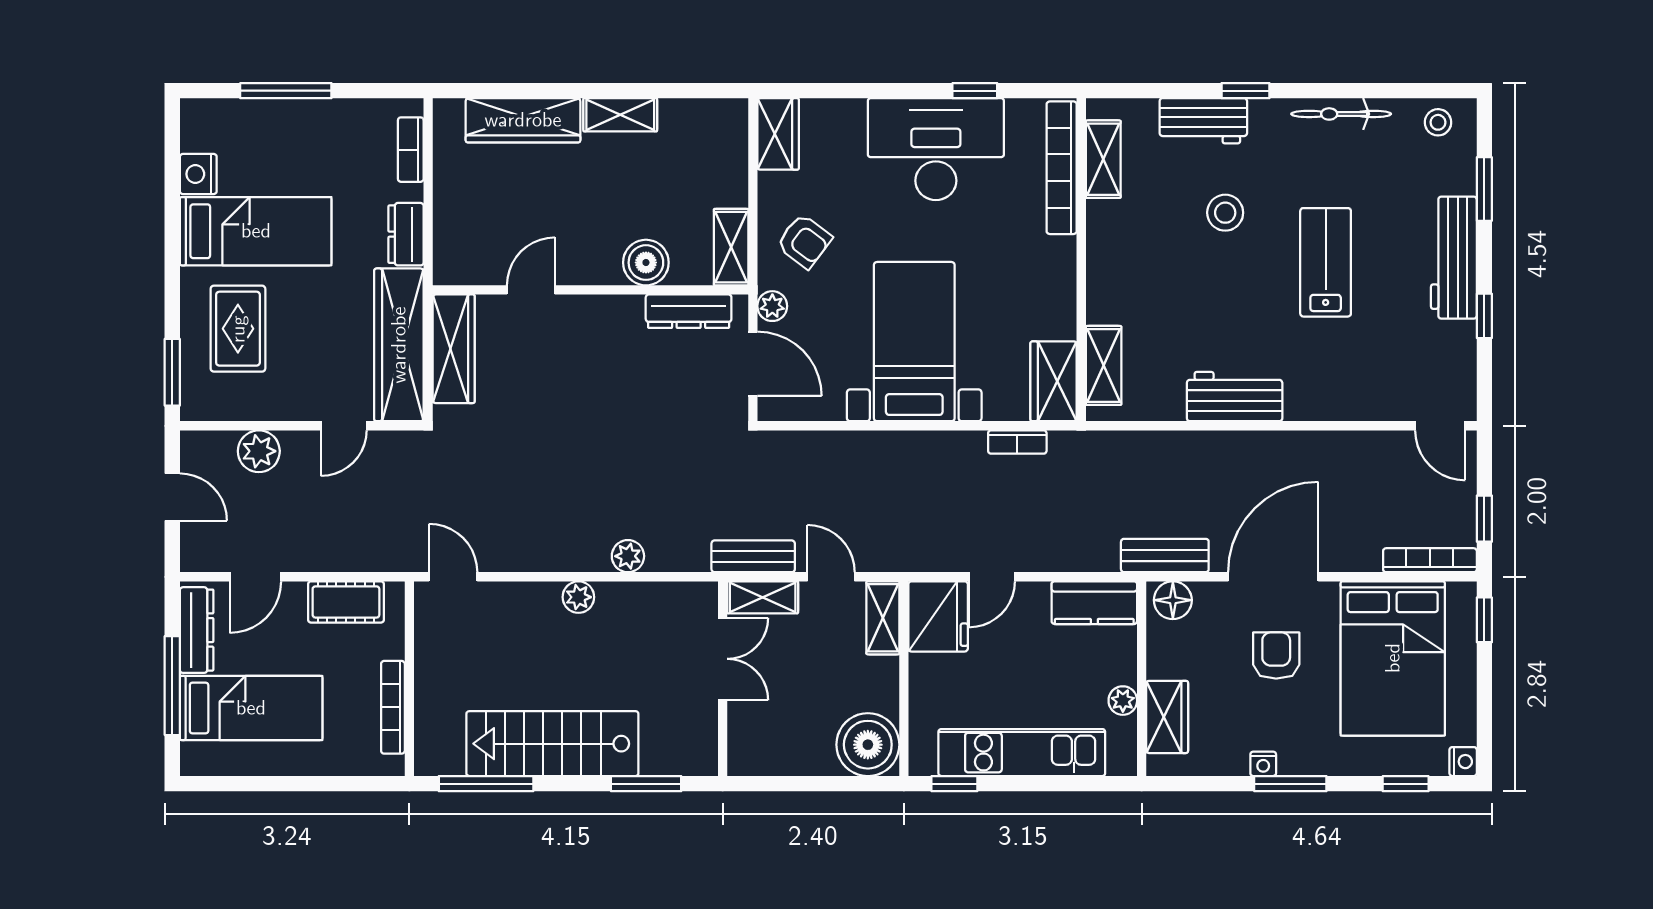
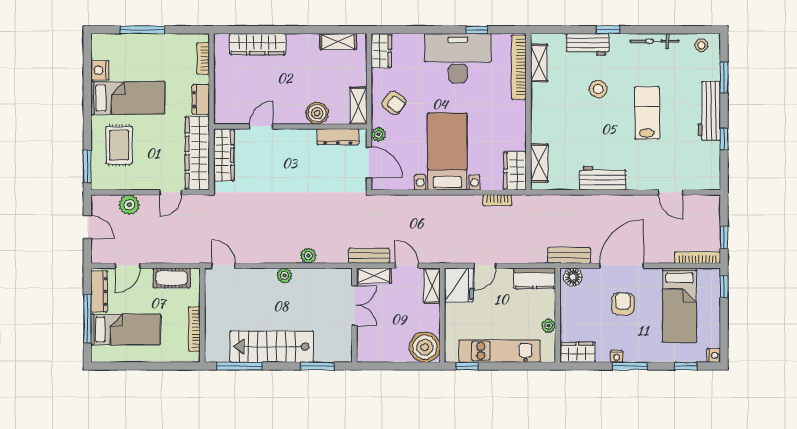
shelving: (620, 115) -> (338, 41), moved
door: (1440, 426) -> (670, 192), moved
bed: (1393, 658) -> (679, 305), width x0.67
wardrobe: (1167, 717) -> (577, 352), moved, turned -90

